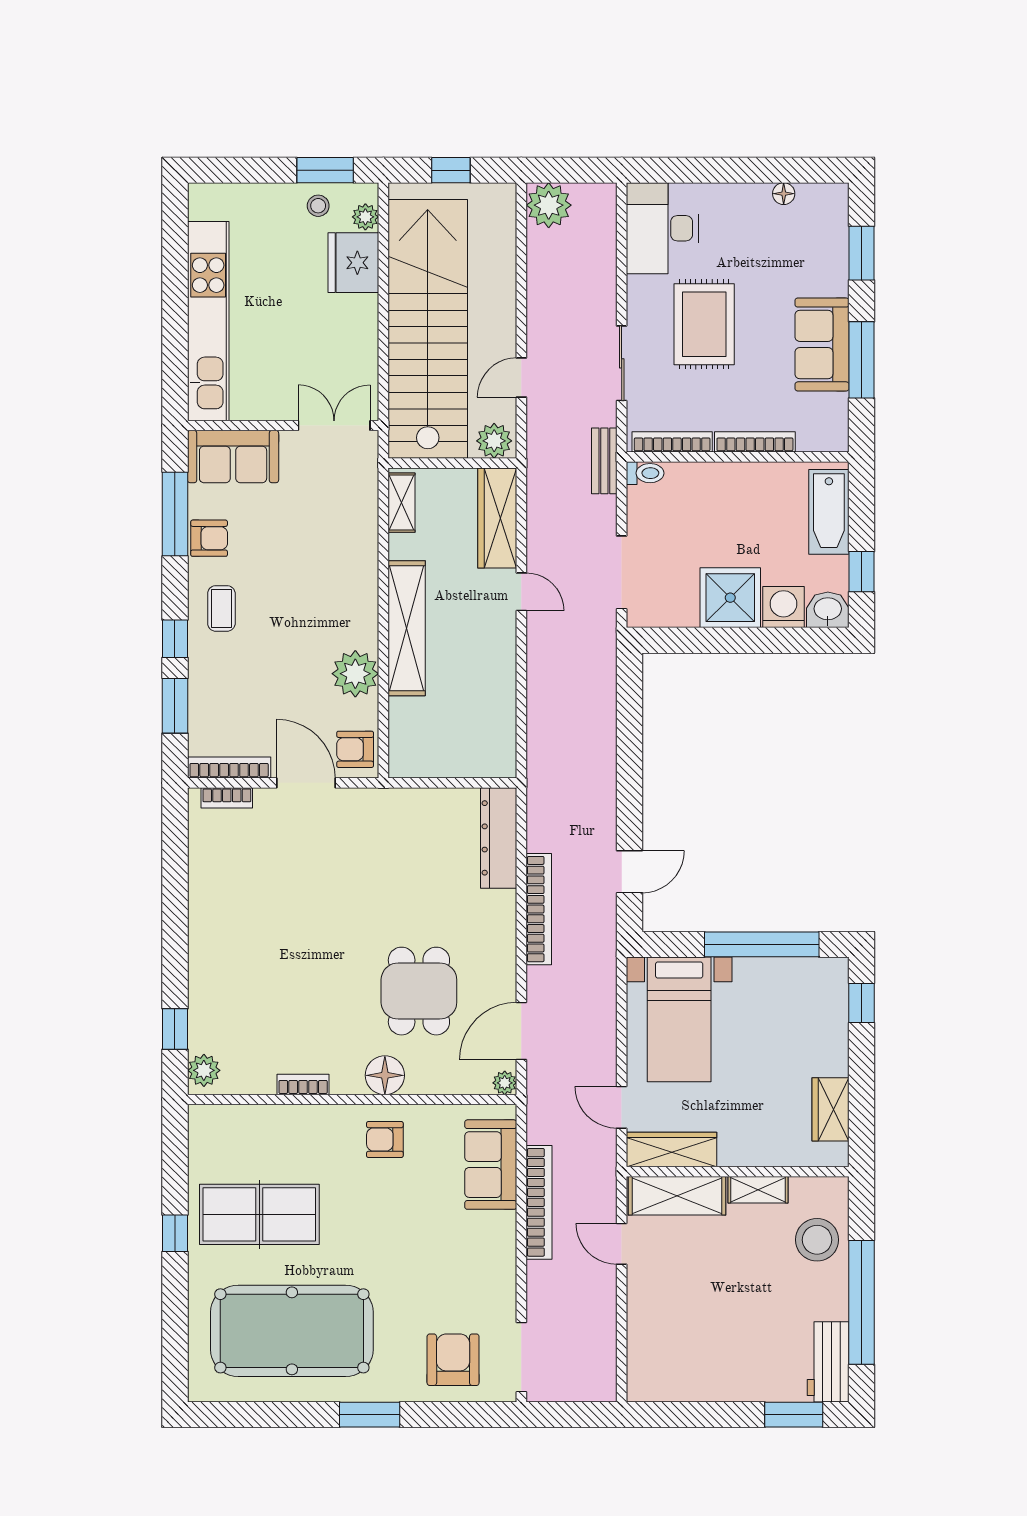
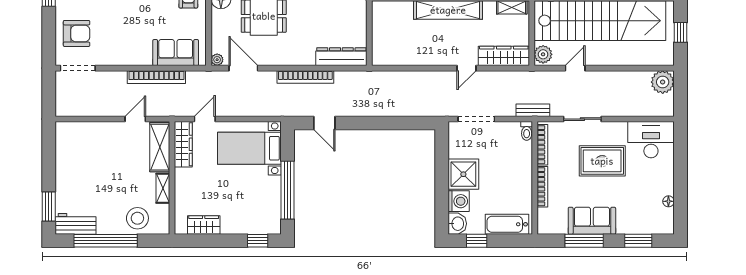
door: (521, 378) -> (575, 68), hinge flipped

